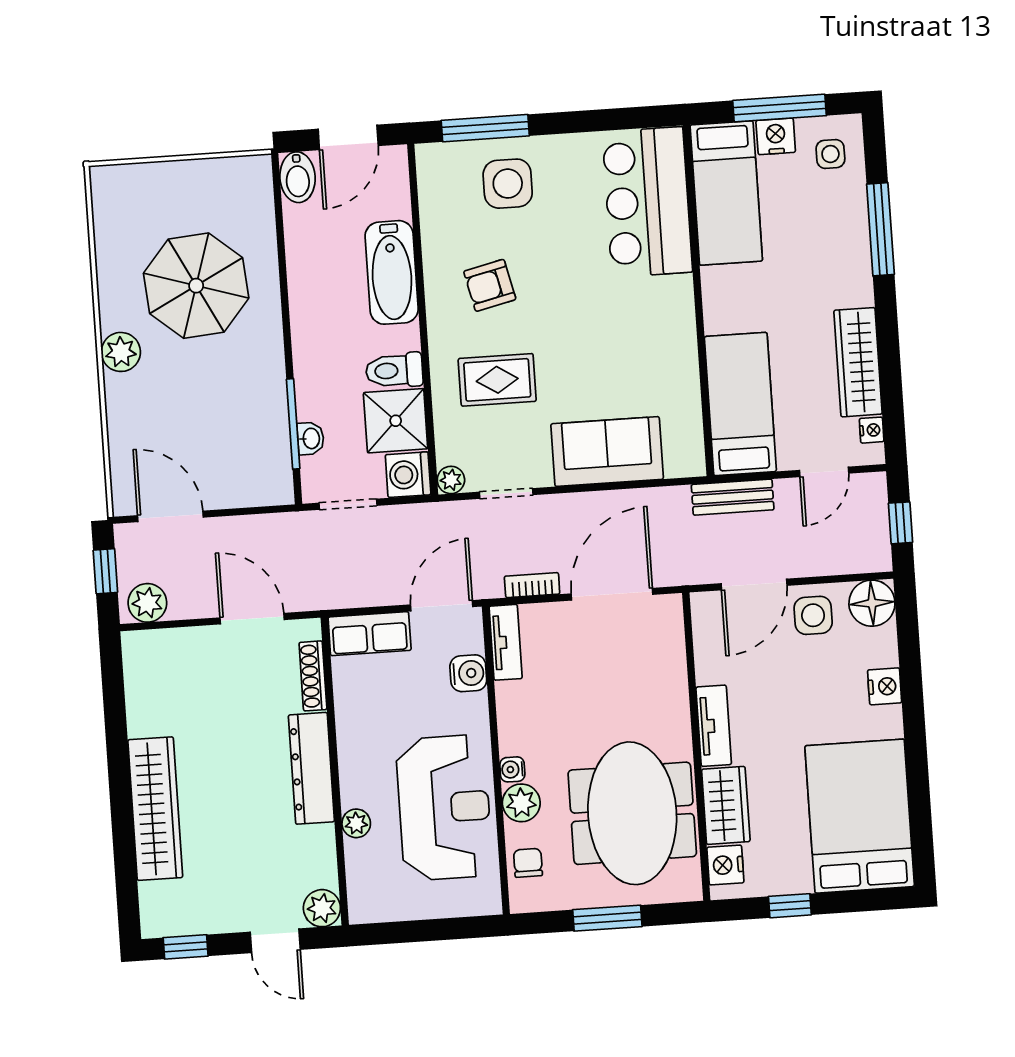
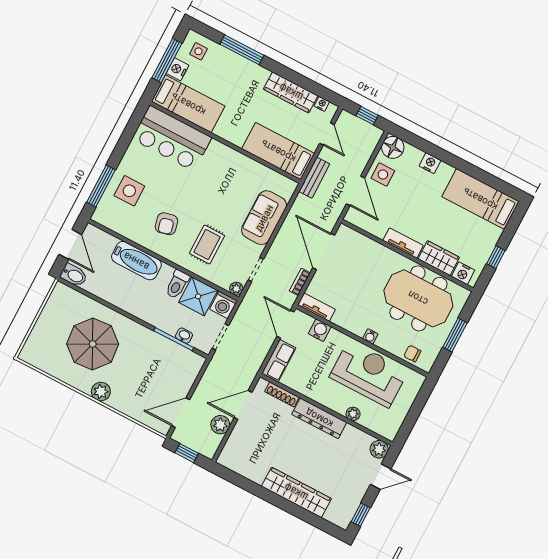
plant: (147, 603) -> (220, 425), moved
plant: (521, 803) -> (386, 341), removed
bed: (860, 816) -> (480, 199), width x0.67

